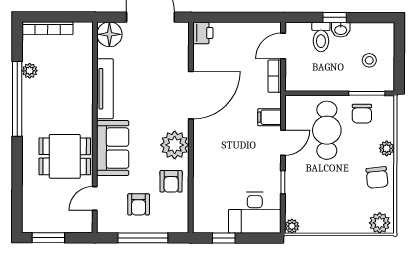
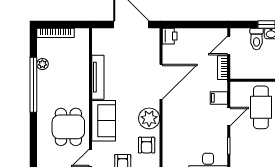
floor lamp: (109, 34) -> (101, 37), removed
dining table: (65, 156) -> (68, 127), turned 90

